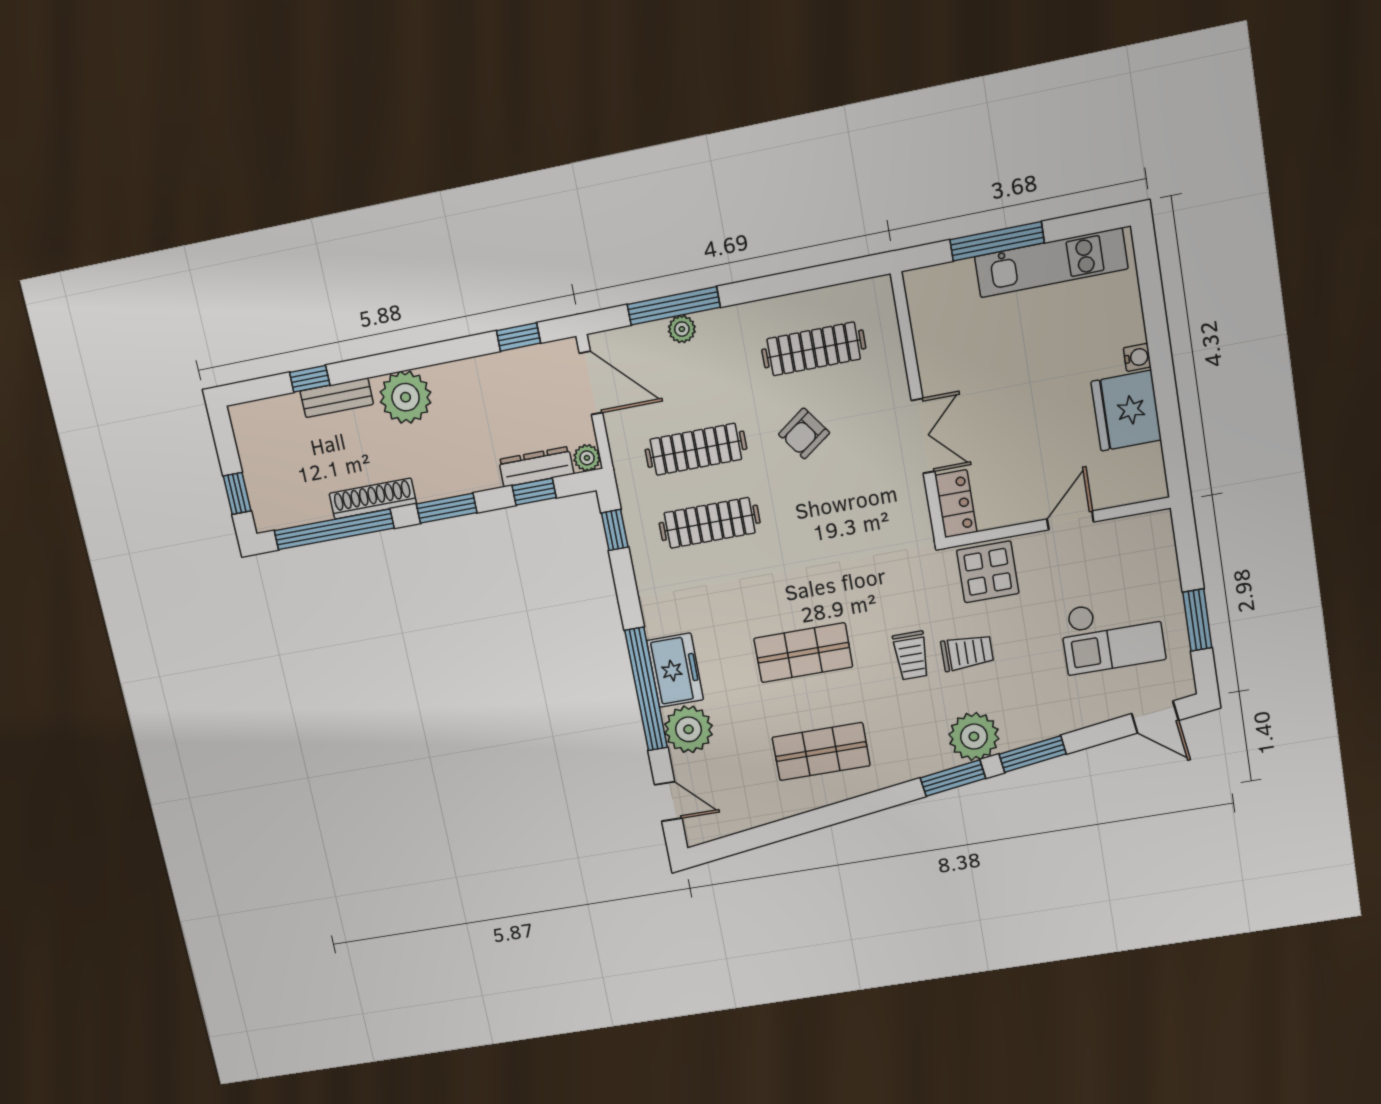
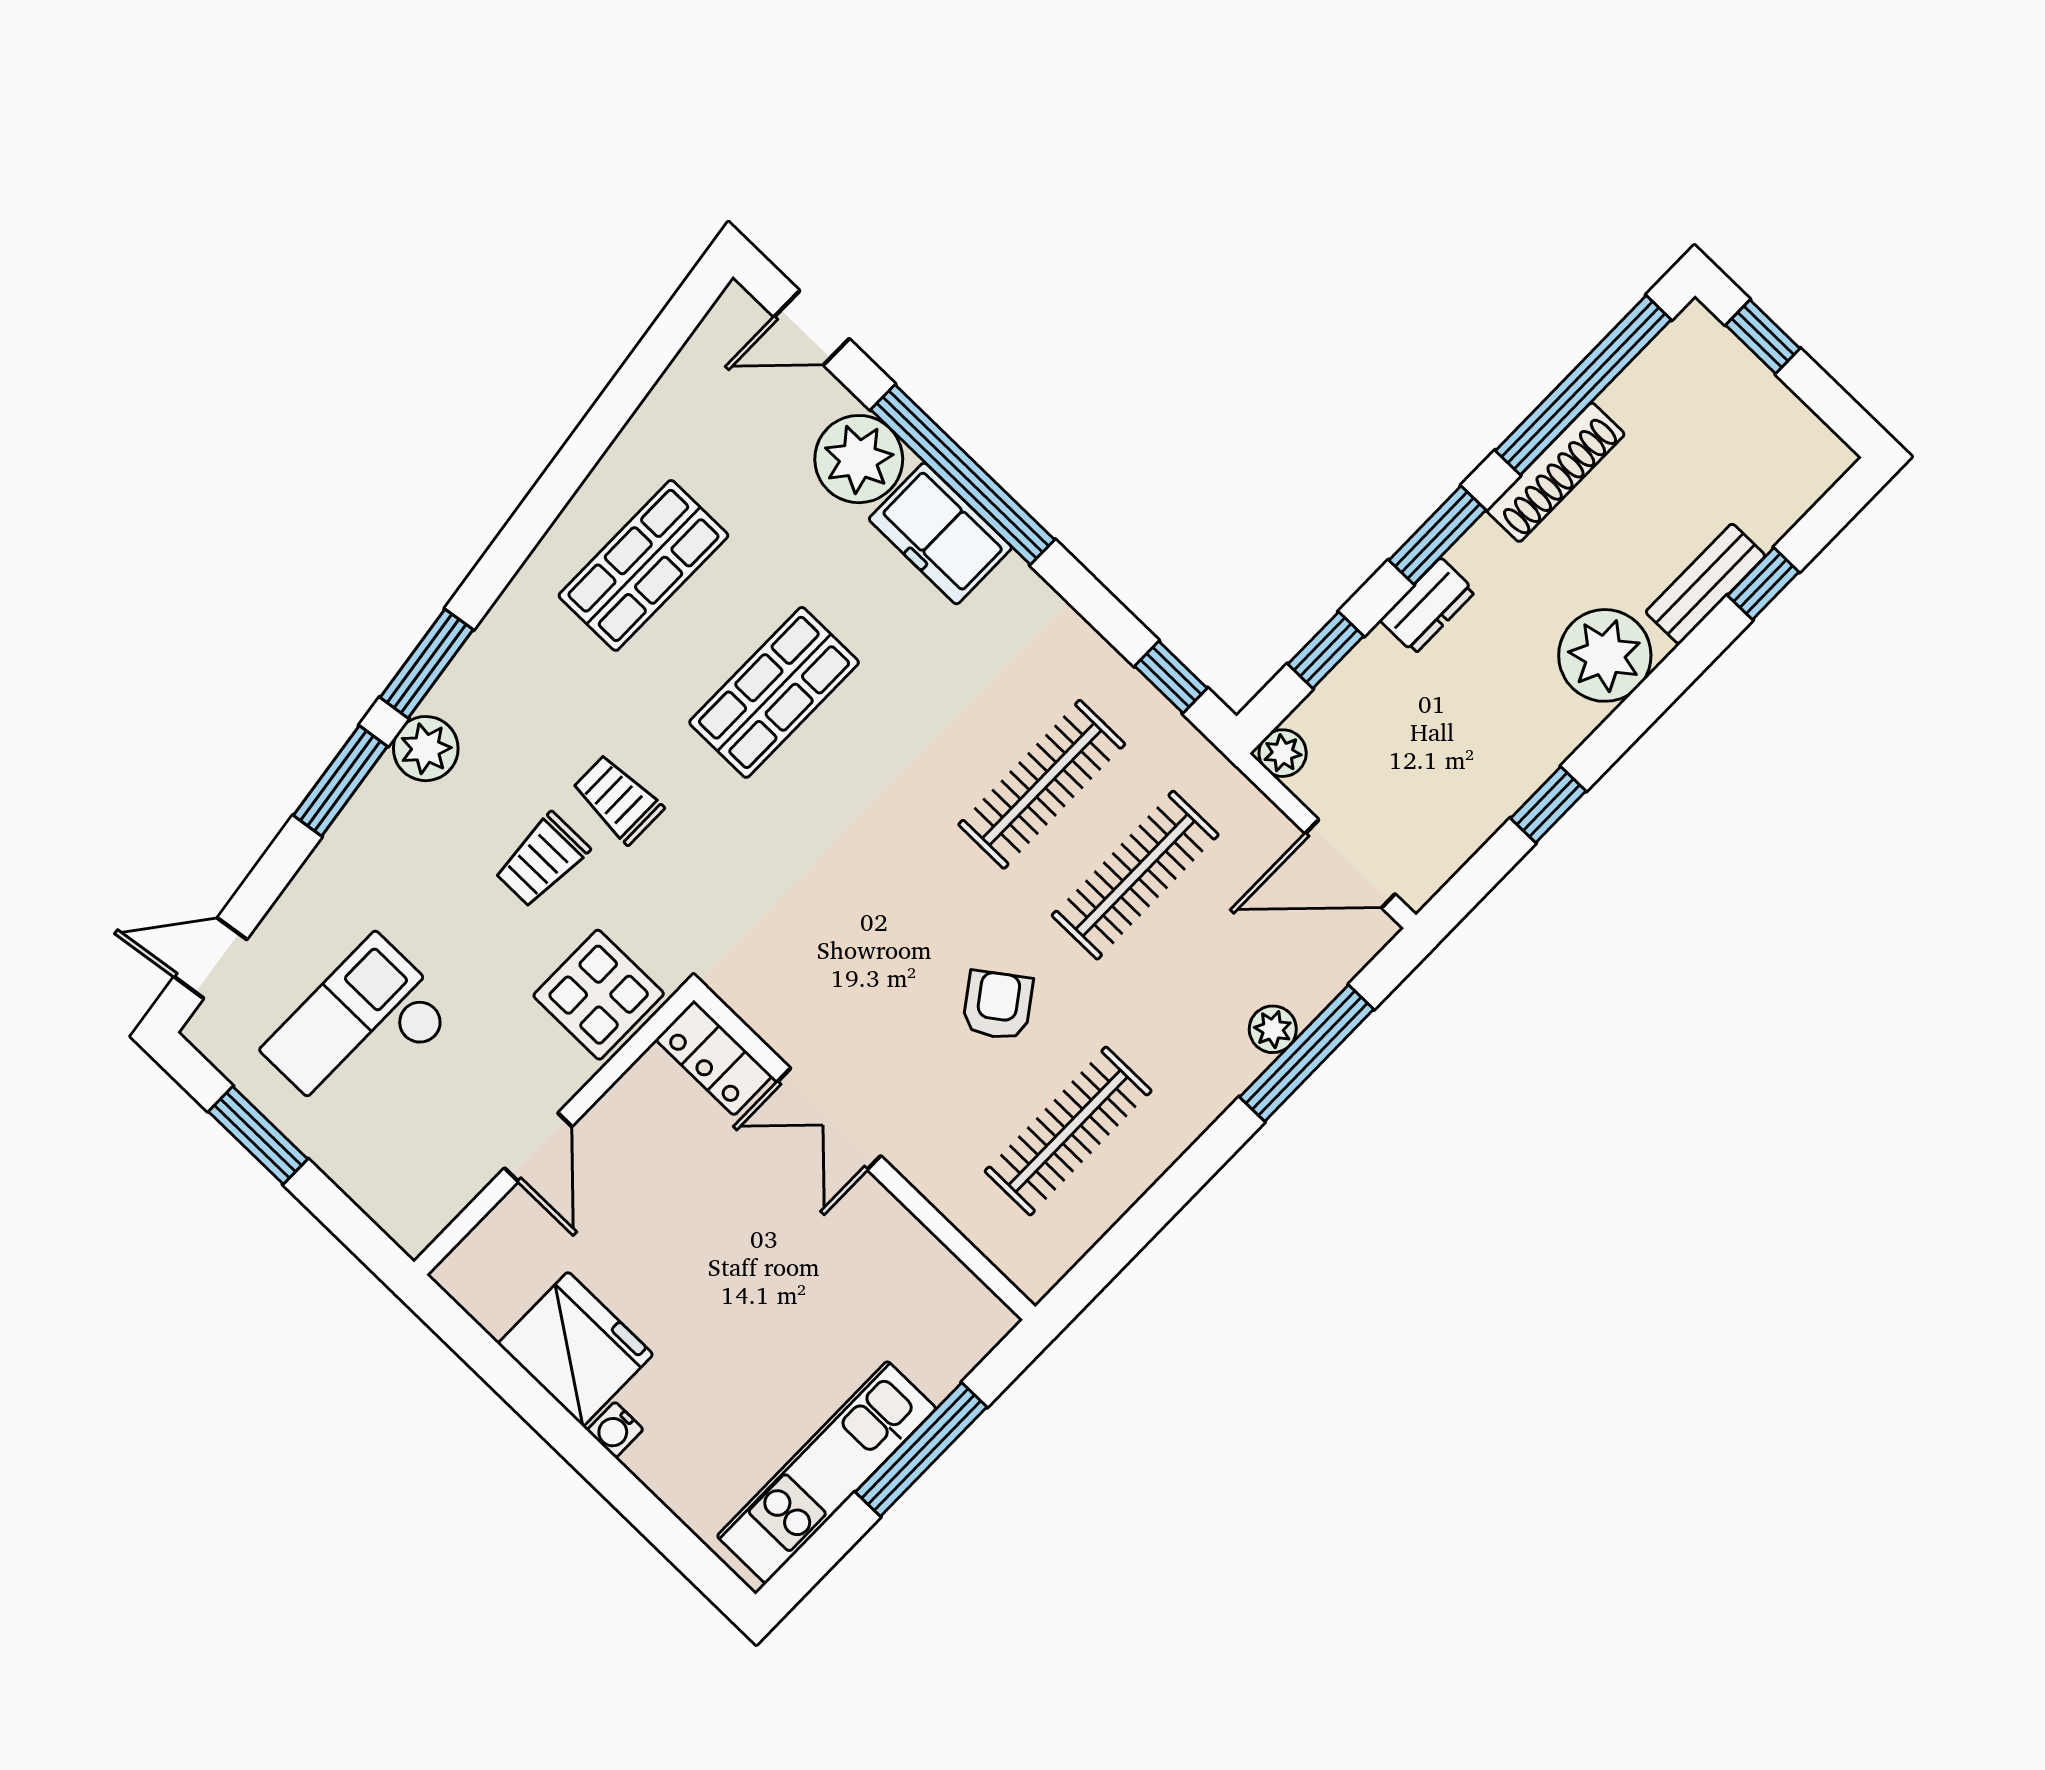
window: (519, 337) -> (1548, 805), moved
dresser: (536, 467) -> (1428, 606), moved, width x0.70
plant: (974, 737) -> (426, 749), width x0.73, depth x0.73

